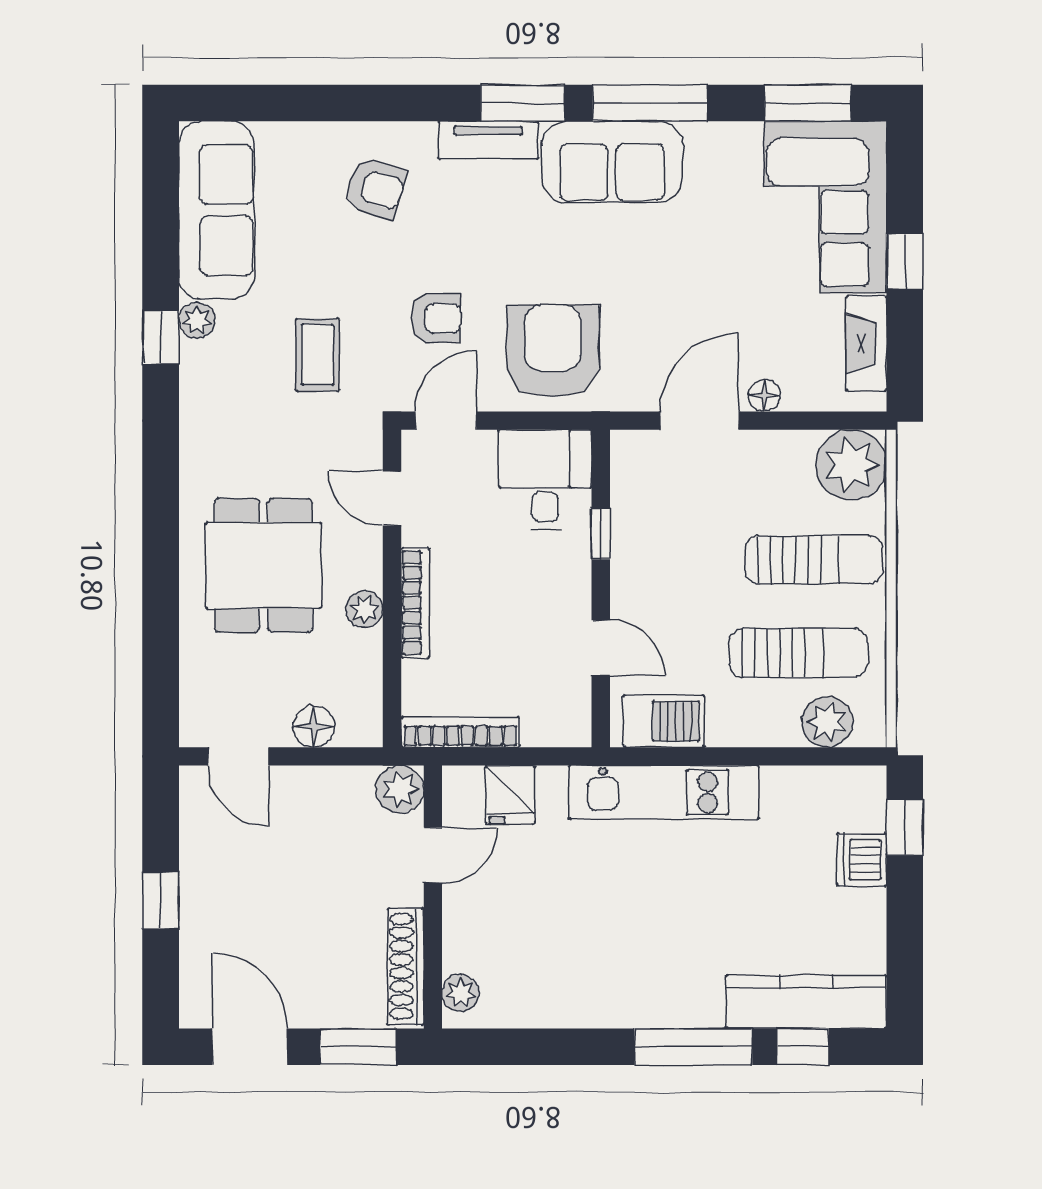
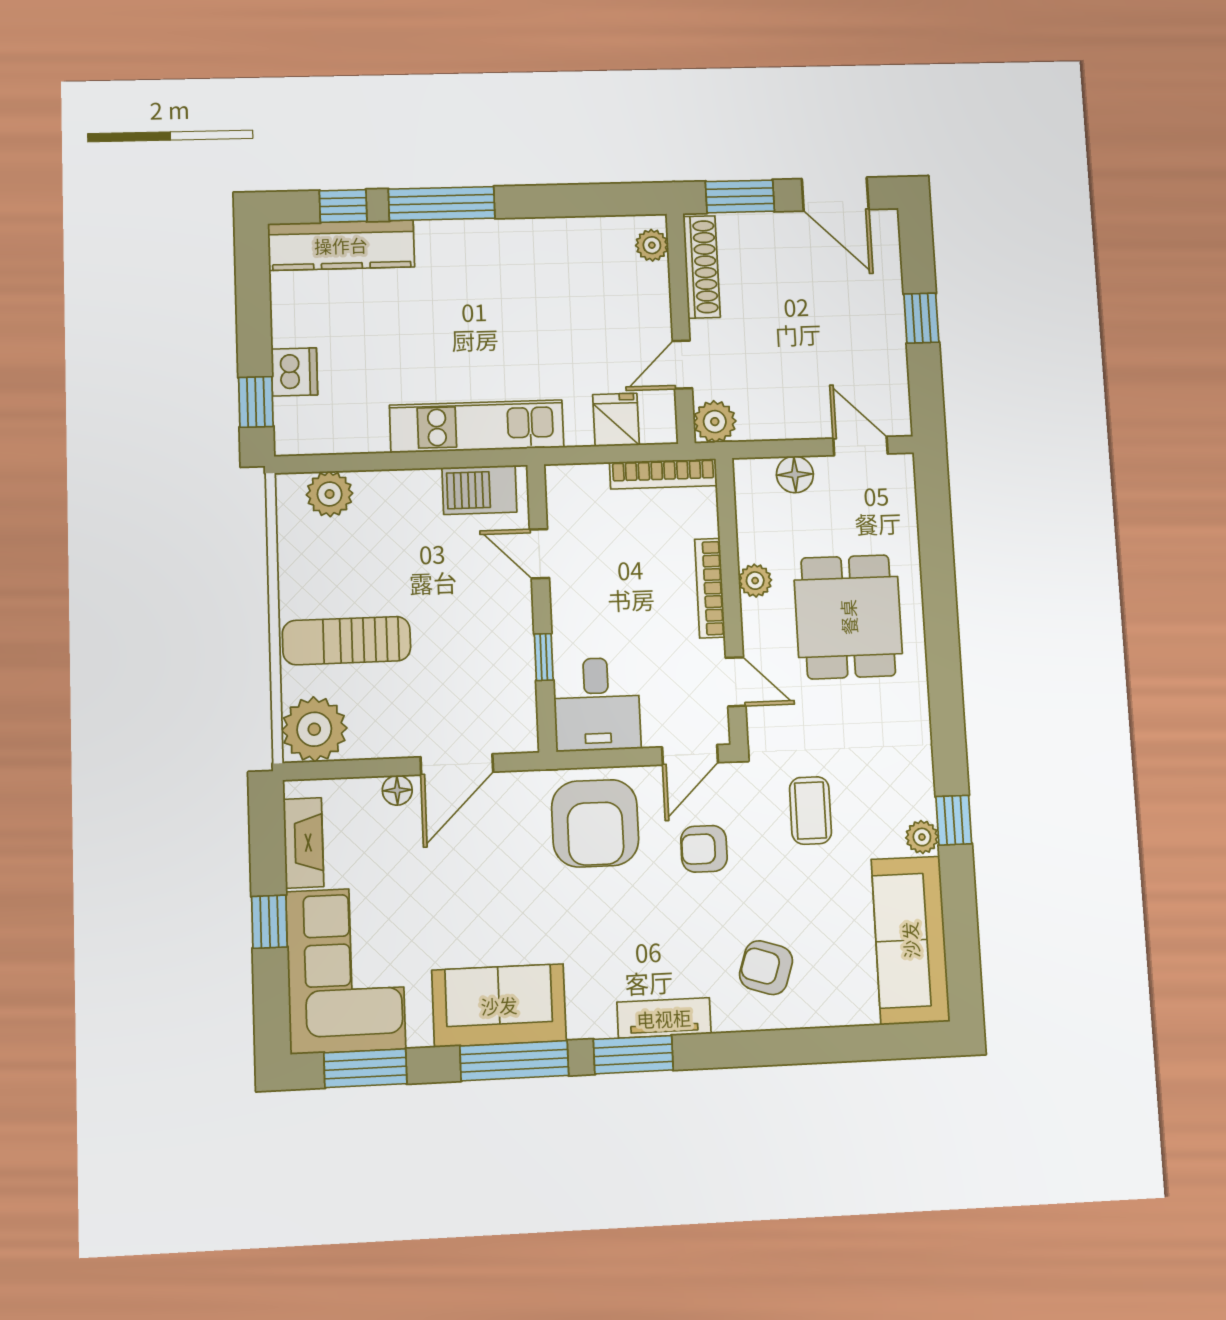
sofa: (612, 162) -> (499, 1005), moved
sun lounger: (798, 653) -> (358, 555), removed

